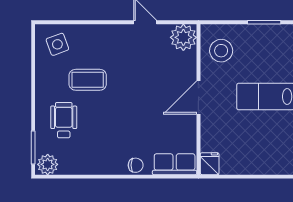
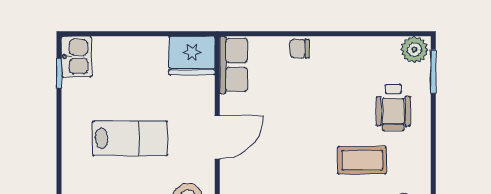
row of seats: (175, 164) -> (234, 65), moved, turned -90
fridge: (210, 164) -> (192, 56), width x1.88, depth x1.34

